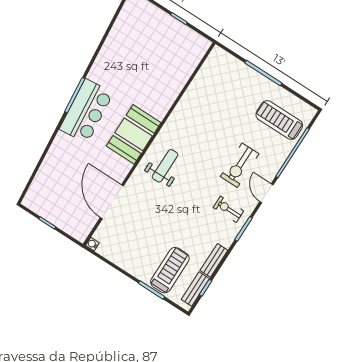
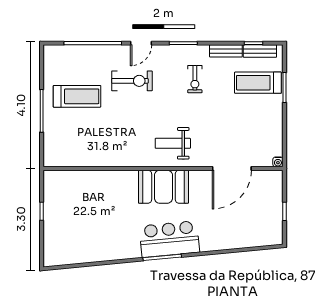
treadmill: (279, 120) -> (77, 96), moved, turned -90
exercise bike: (228, 209) -> (195, 79), moved

